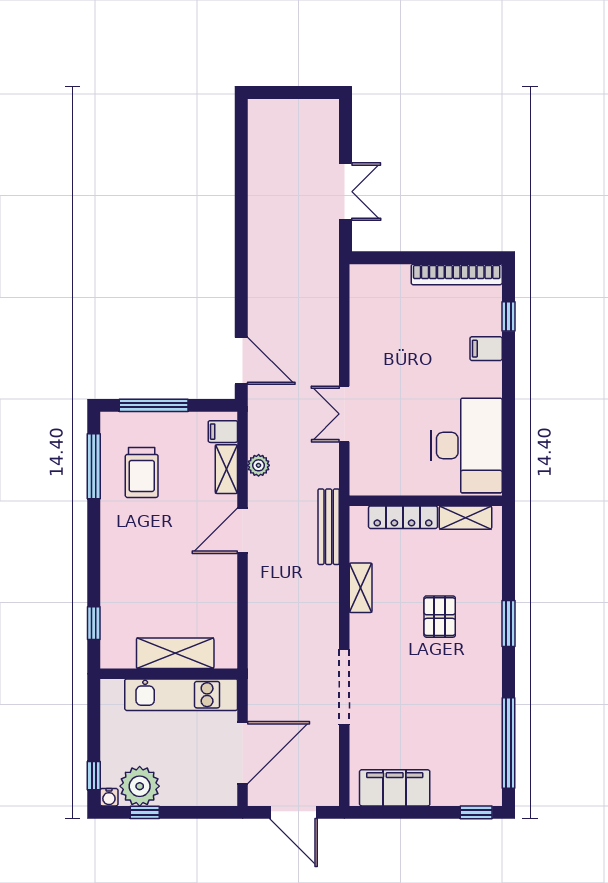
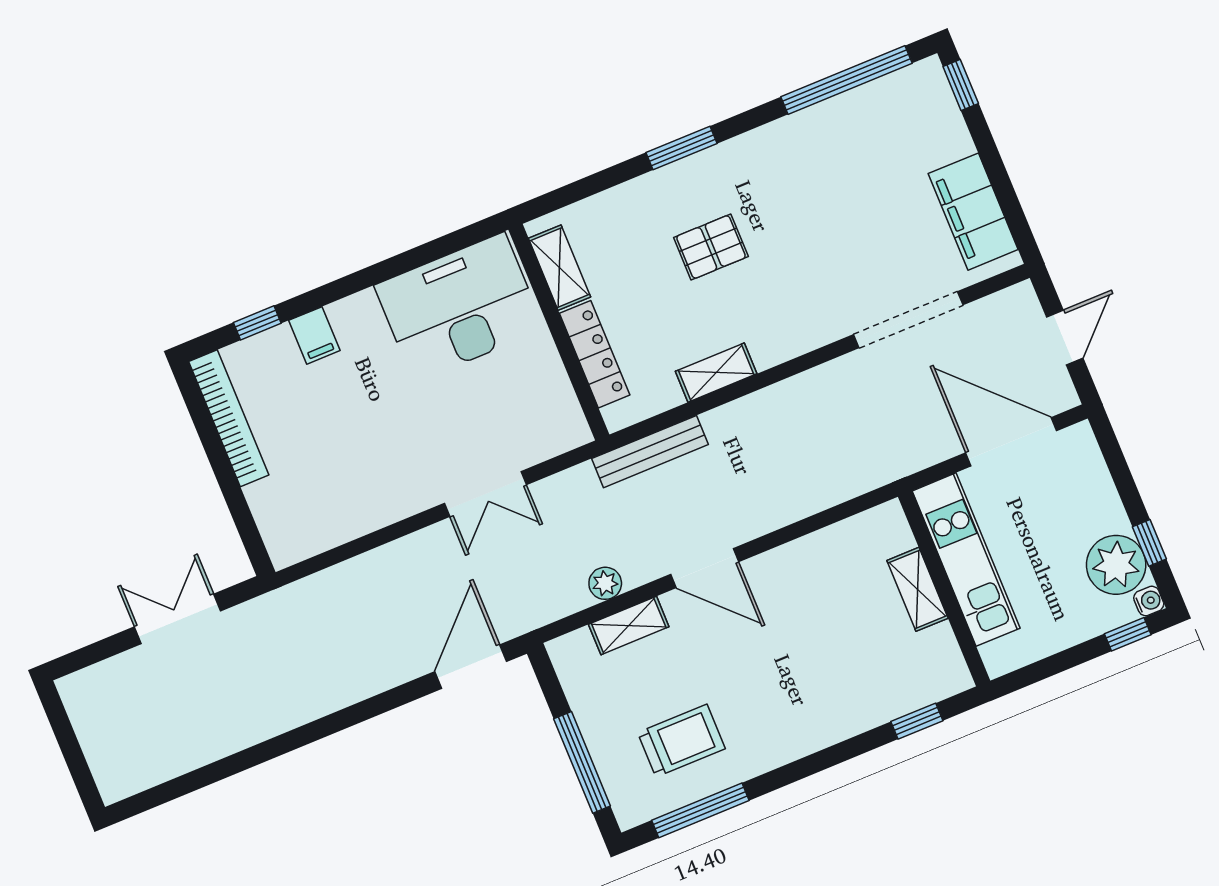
filing cabinet: (223, 432) -> (579, 652), removed
shelving: (175, 653) -> (918, 589), width x0.67, depth x0.75
doorway: (344, 687) -> (908, 320), moved
door: (293, 812) -> (1065, 337), width x0.73

